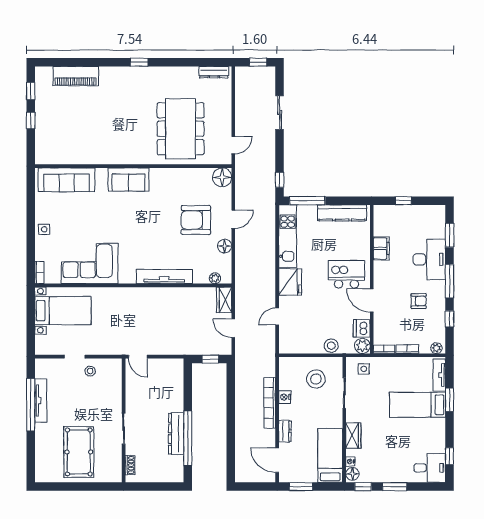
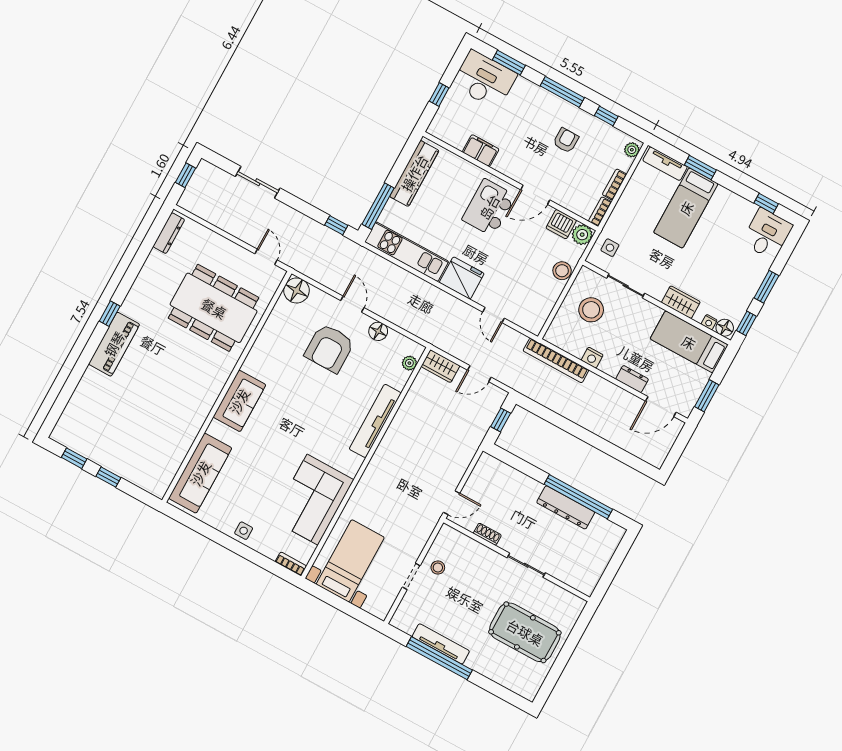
piano: (76, 76) -> (114, 344), moved
desk: (429, 259) -> (484, 80), moved
bookcase: (270, 403) -> (556, 360), moved
shoe rack: (130, 465) -> (487, 534), moved

